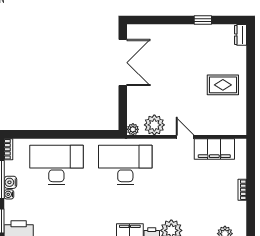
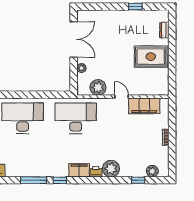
dresser: (241, 35) -> (164, 30), moved
rug: (223, 85) -> (151, 57), width x1.36, depth x1.43
plant: (133, 129) -> (81, 68), moved

